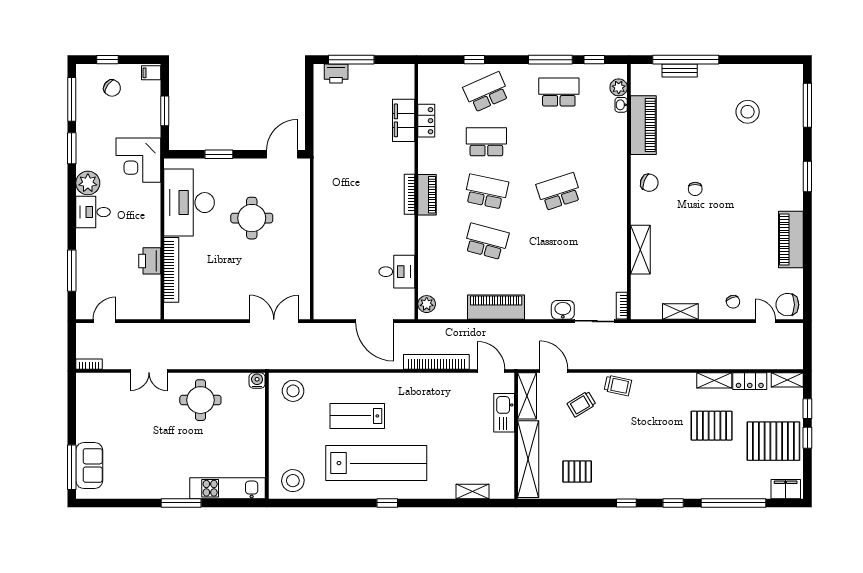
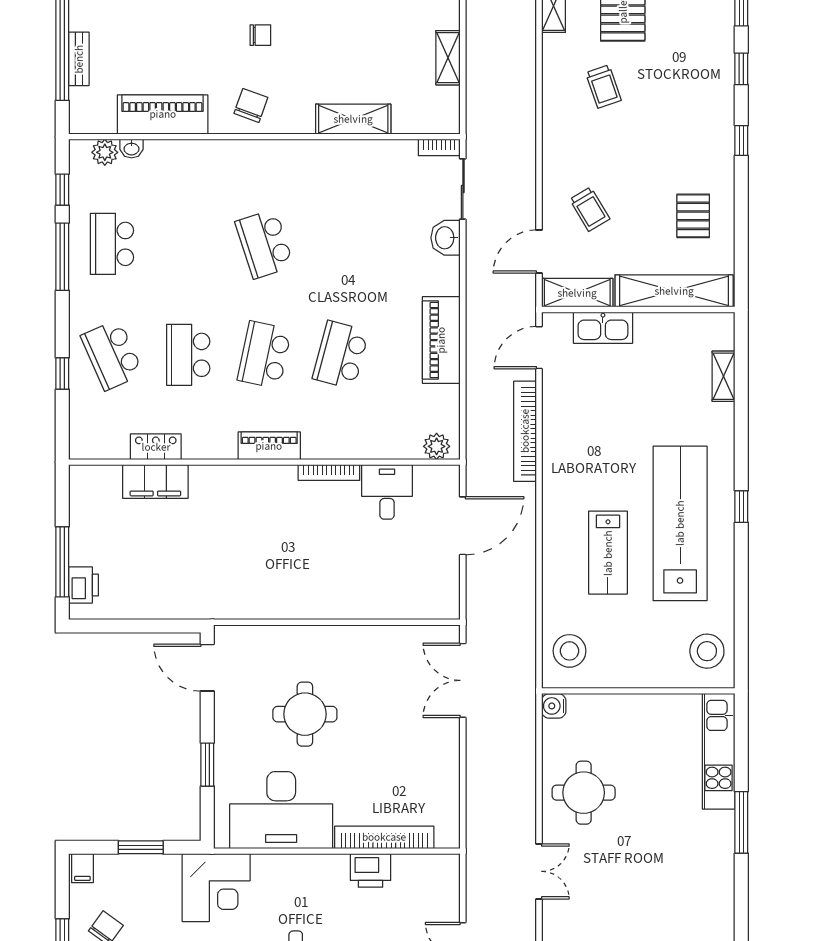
bookcase: (410, 194) -> (329, 473), moved
trolley: (618, 385) -> (604, 87), moved, turned 149

